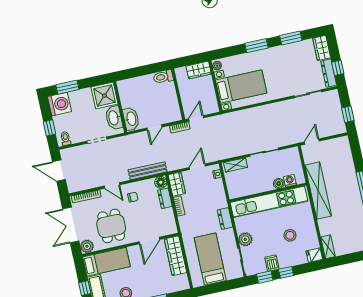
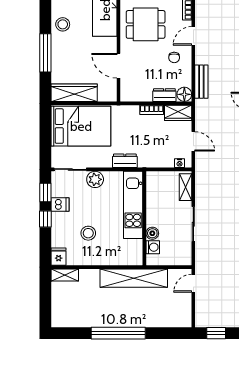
door: (312, 142) -> (193, 283), swing flipped
bench: (148, 171) -> (201, 82), width x0.73
kitchen unit: (269, 202) -> (133, 205), width x0.73
wardrobe: (176, 256) -> (74, 93), moved
bed: (210, 259) -> (81, 126), width x1.50

